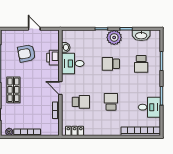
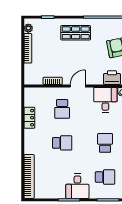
school desk: (141, 64) -> (105, 177), turned 180
desk: (149, 107) -> (77, 186), moved
locker: (75, 131) -> (29, 118), moved

